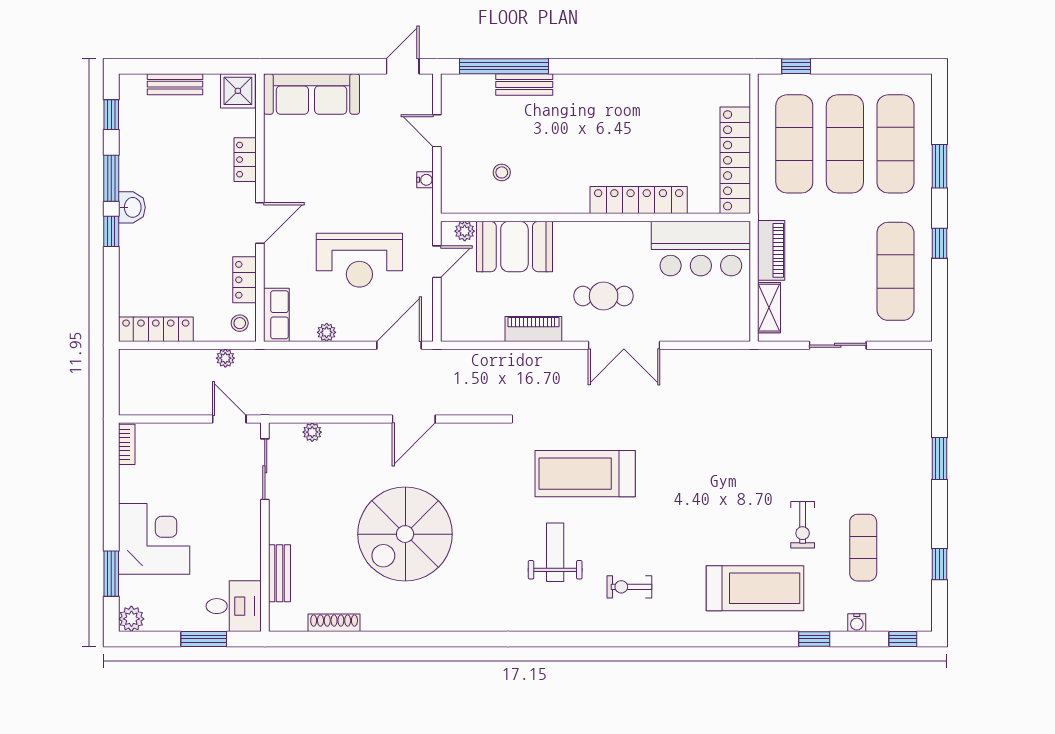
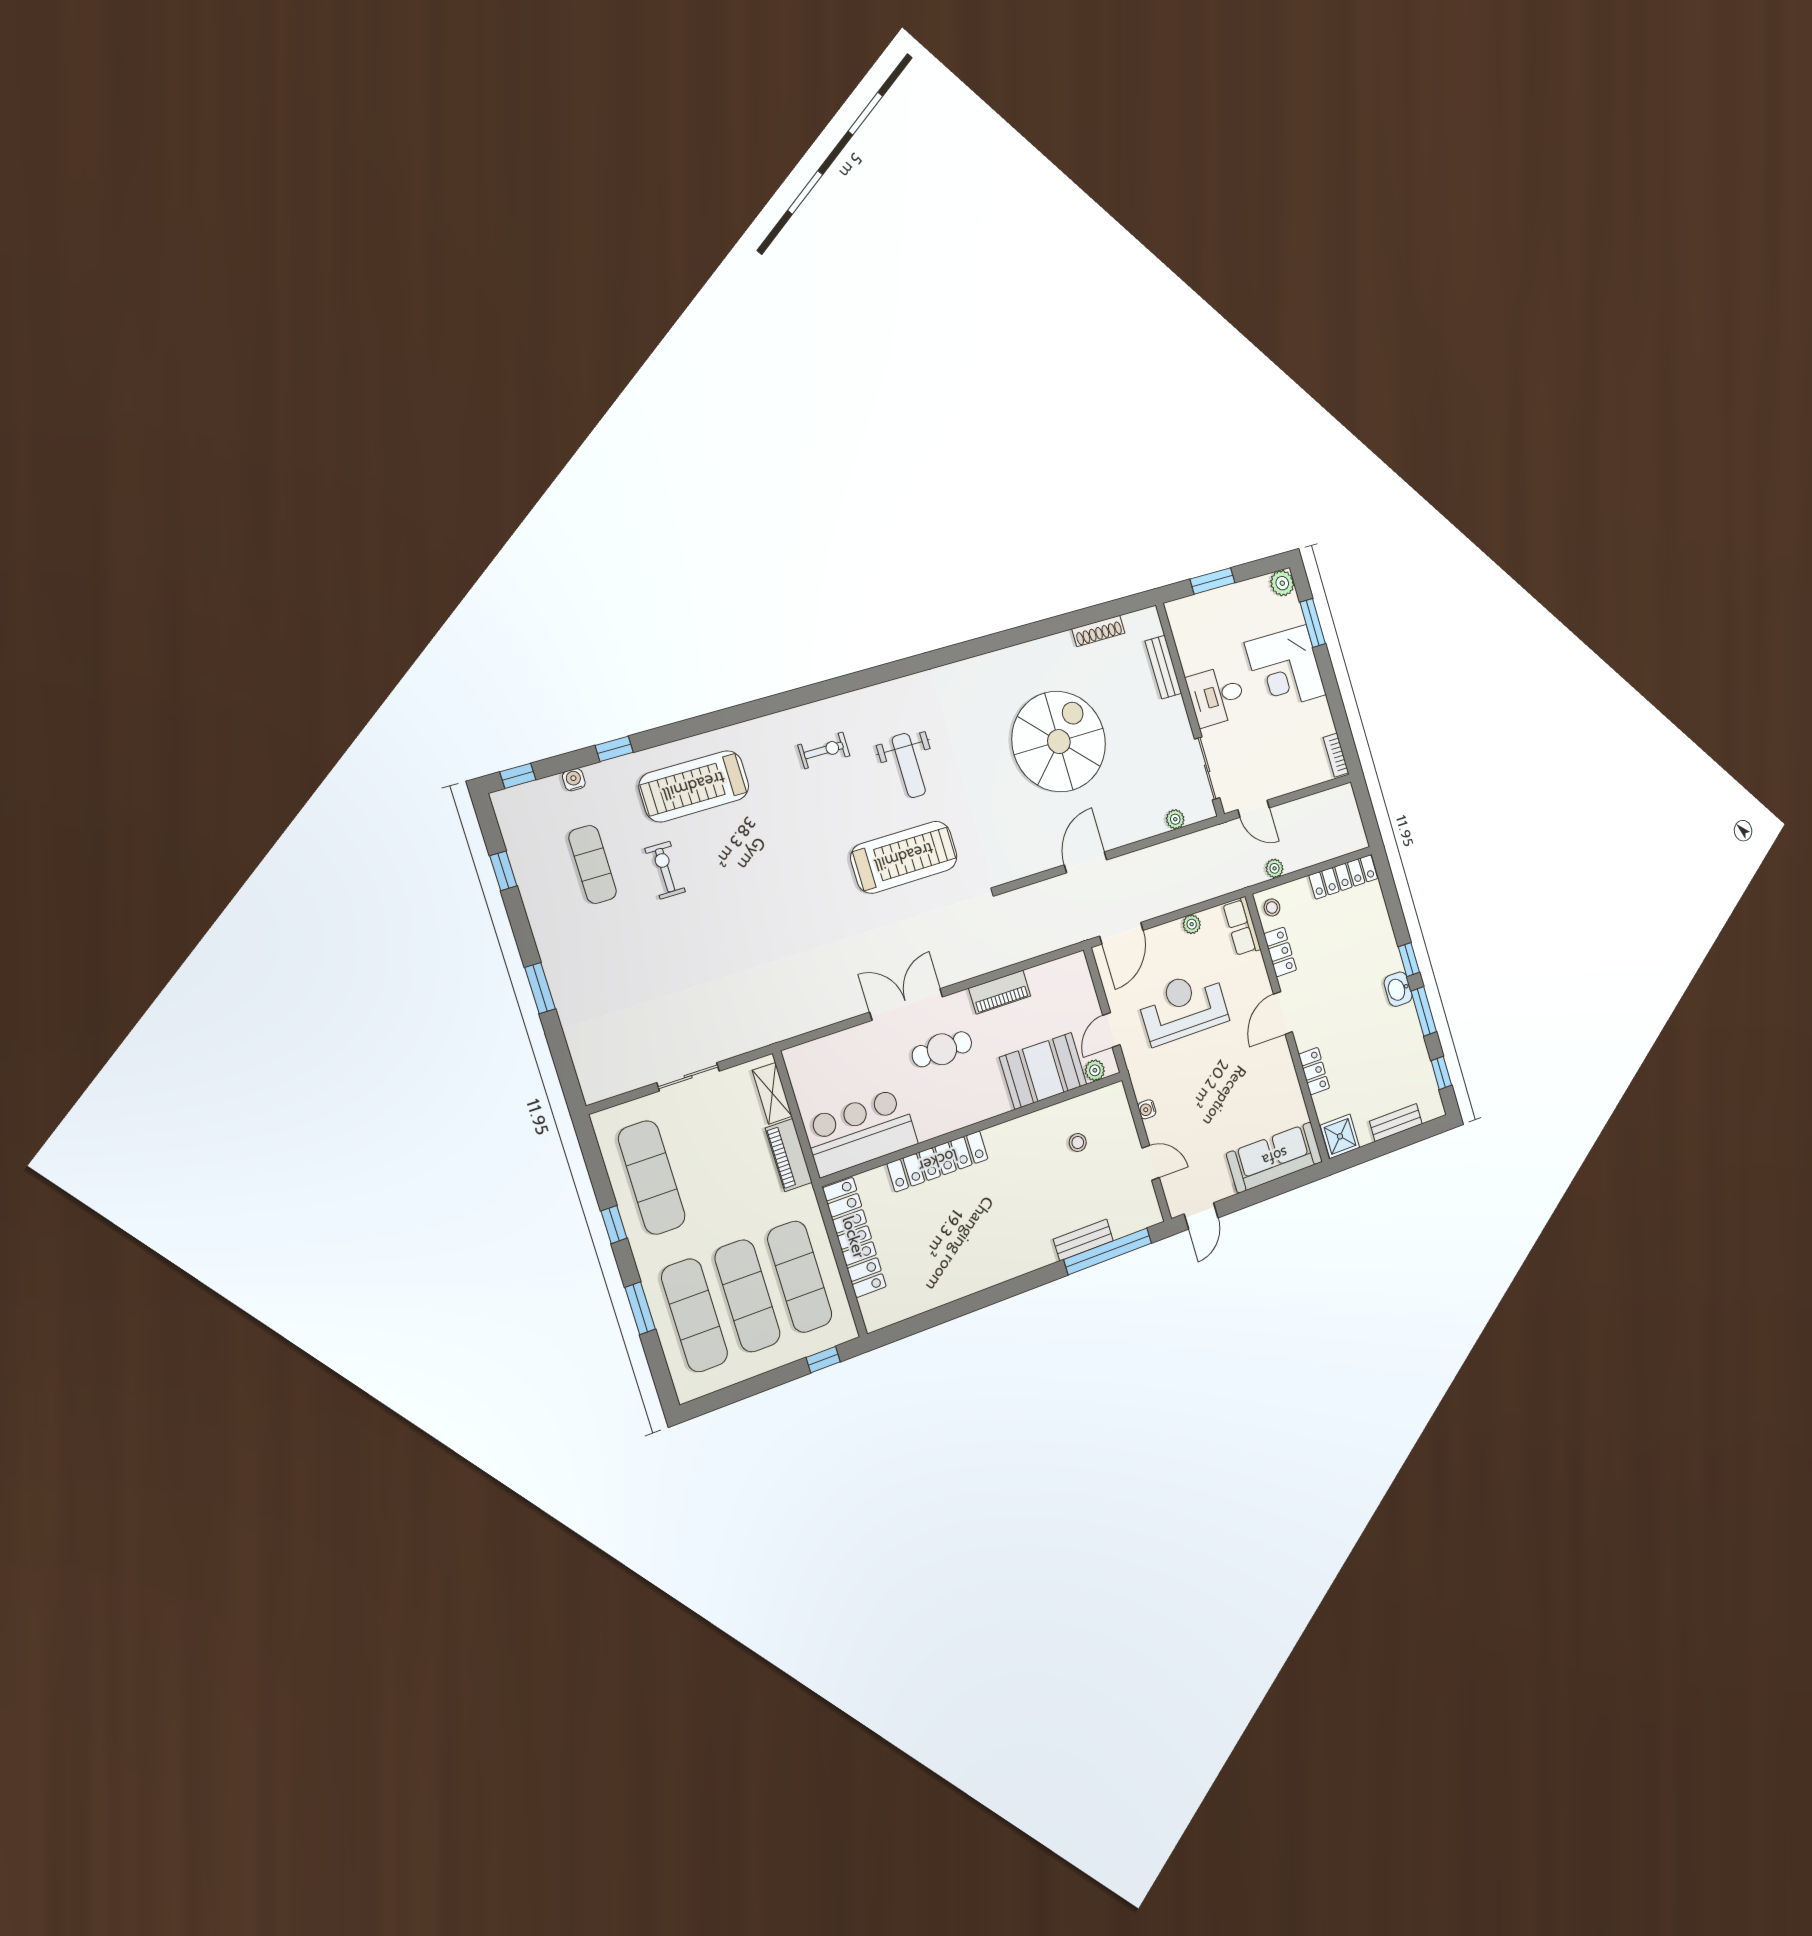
desk: (234, 606) -> (1217, 696), moved

